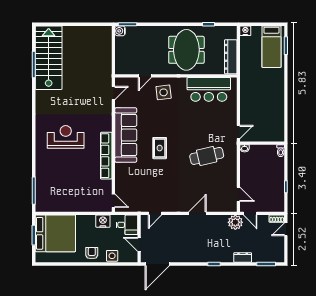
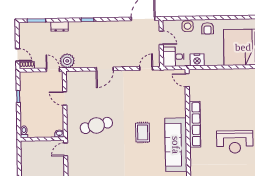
door: (238, 194) -> (65, 99), moved
door: (286, 229) -> (18, 55), hinge flipped

